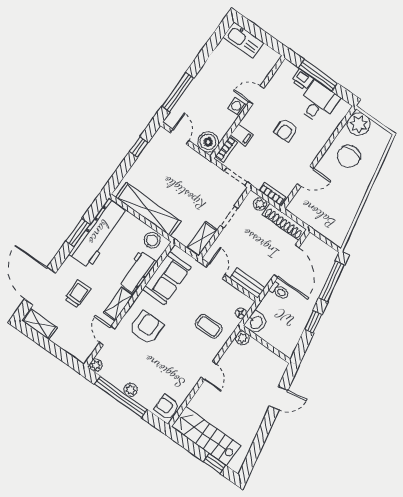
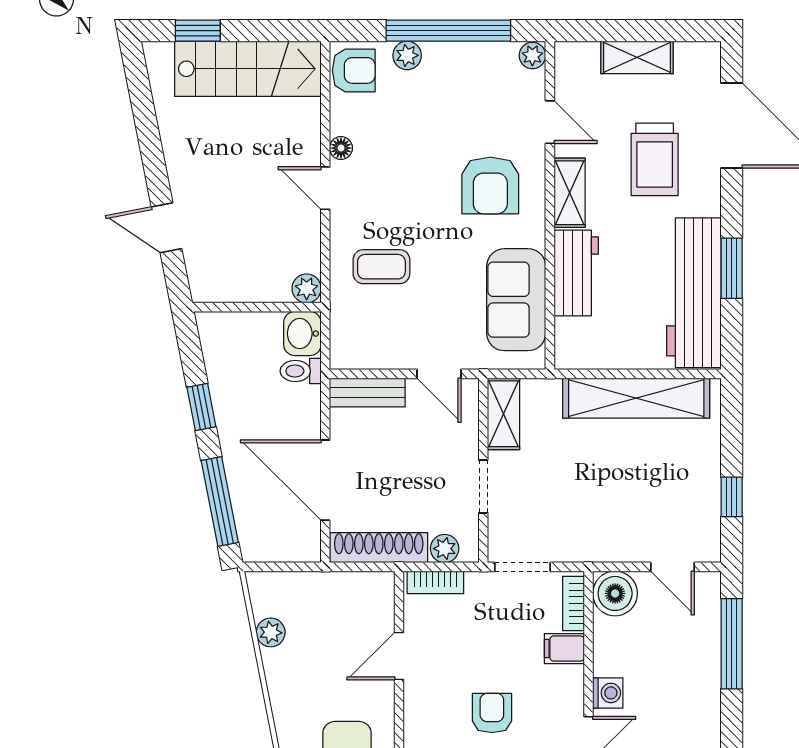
plant: (347, 219) -> (271, 632), added
stool: (152, 240) -> (590, 348), removed
toilet: (279, 291) -> (301, 371), moved
trolley: (78, 294) -> (655, 159), width x1.36, depth x1.39
floor lamp: (241, 313) -> (341, 148), moved
shelving: (39, 324) -> (637, 57), moved
plant: (131, 390) -> (407, 55), moved
door: (279, 398) -> (166, 228), hinge flipped

